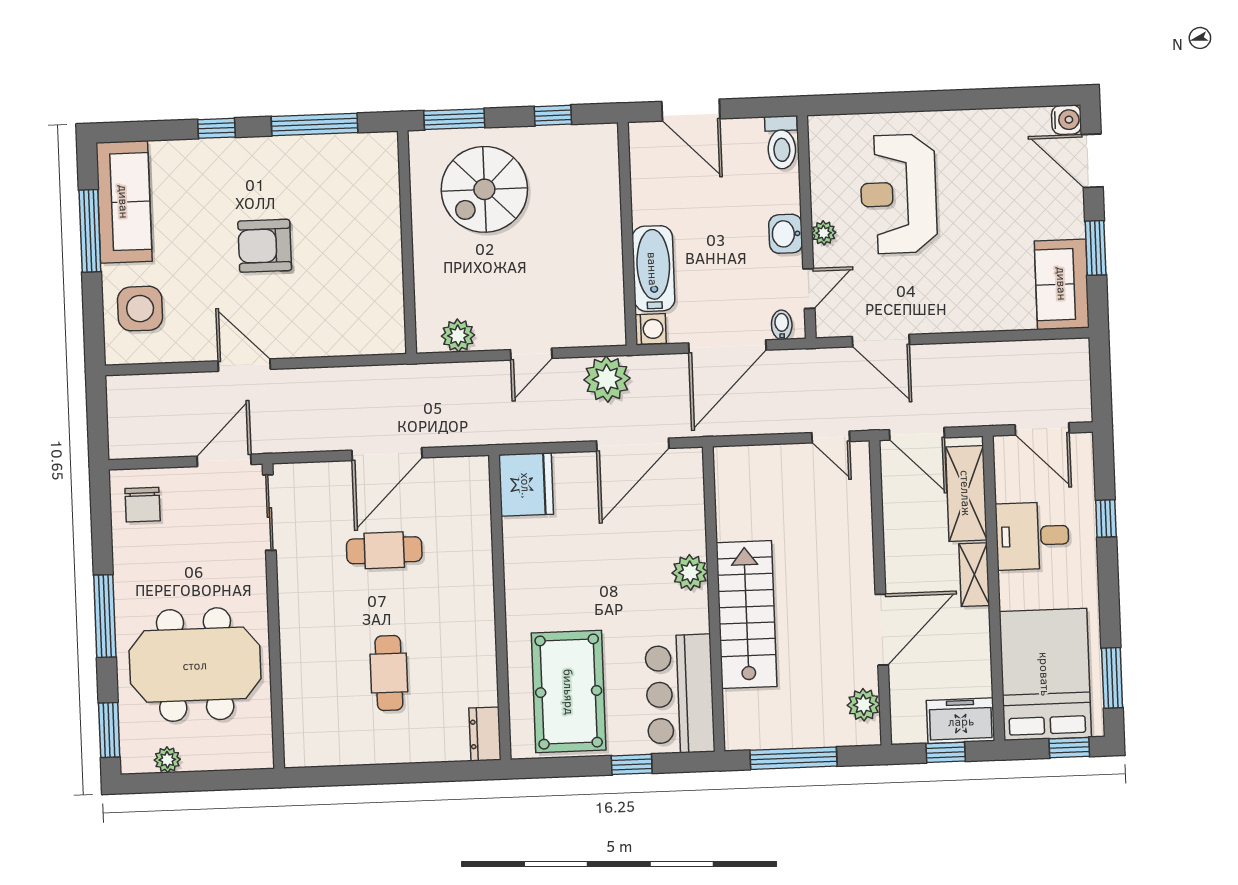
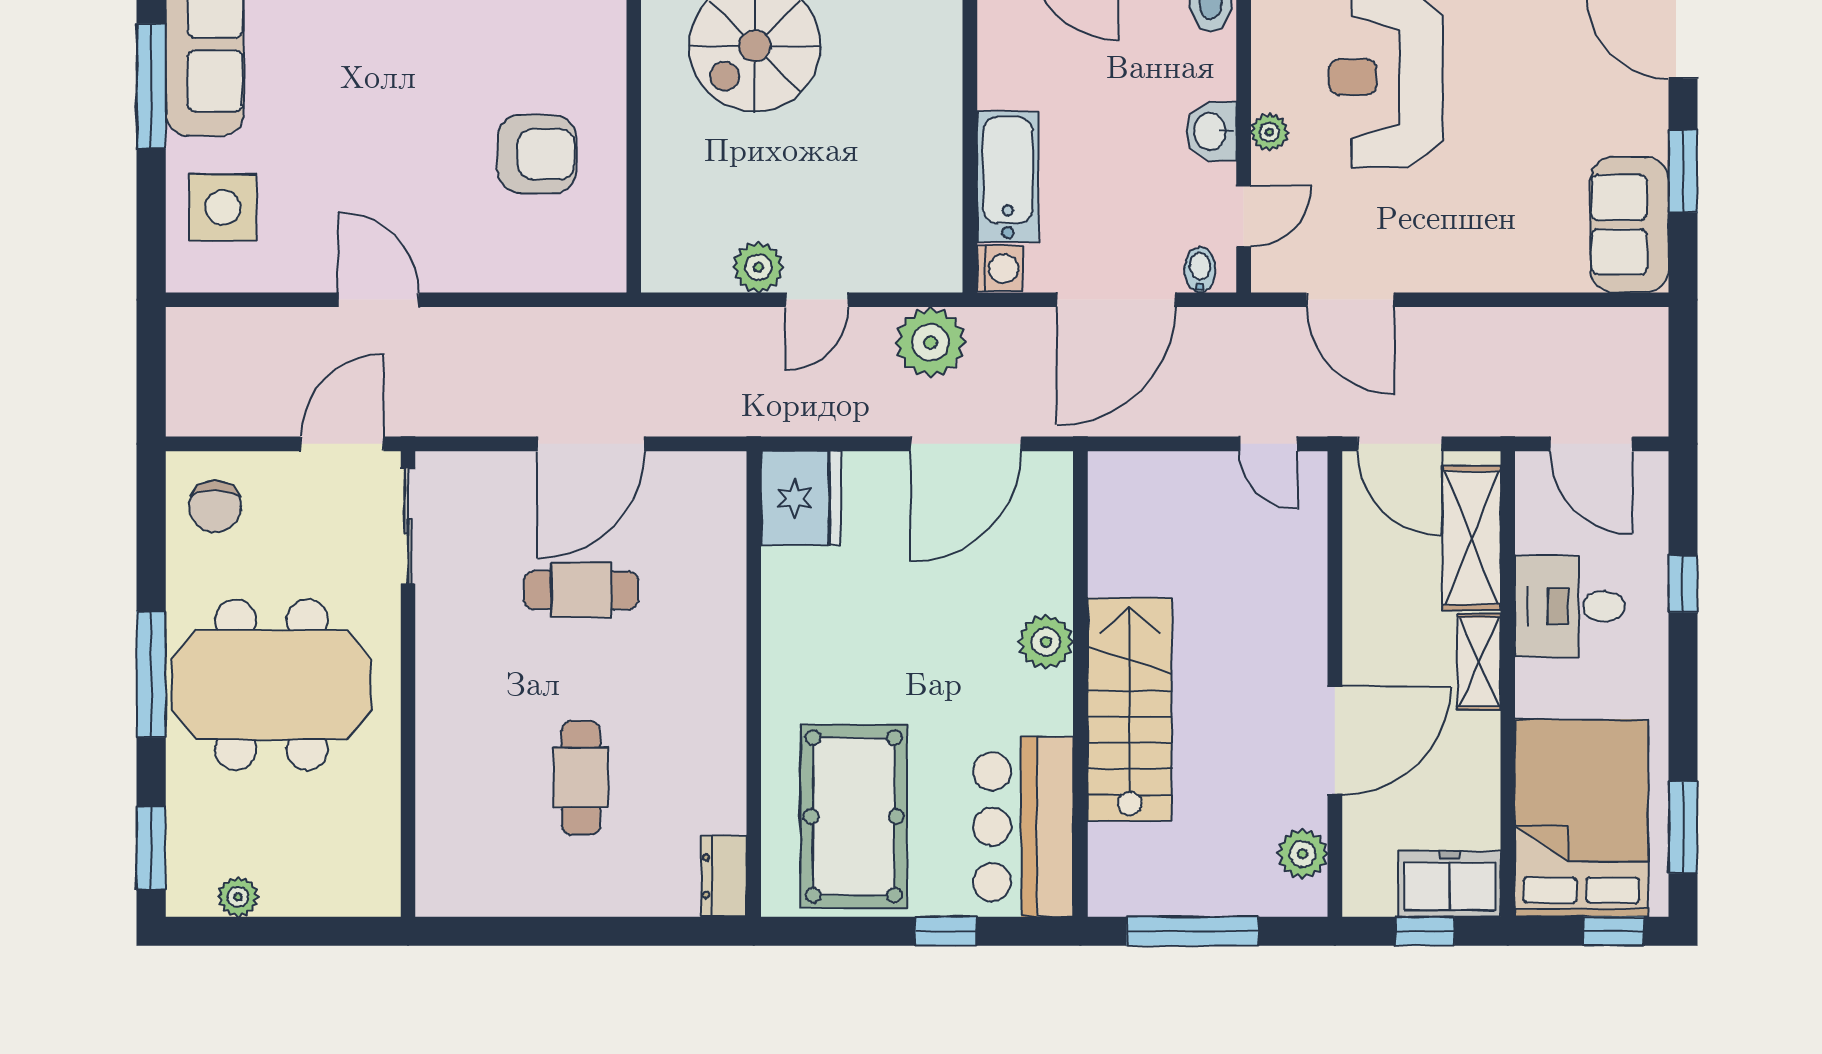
armchair: (265, 246) -> (537, 154), moved, turned 180
plant: (458, 336) -> (758, 267), moved
meeting table: (195, 665) -> (271, 685), moved

